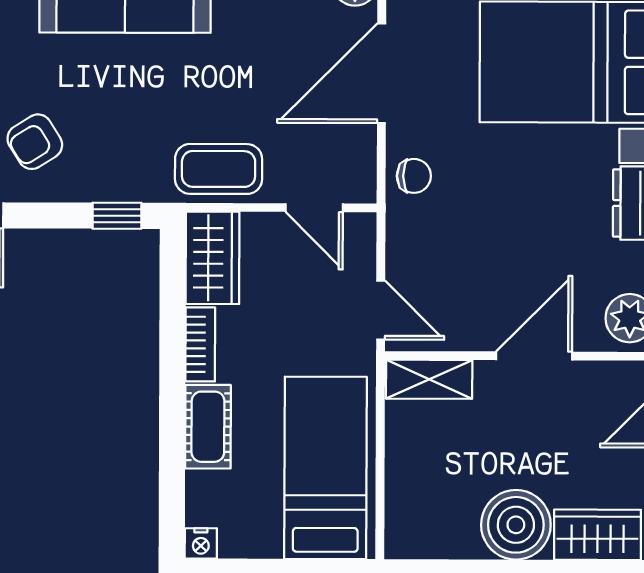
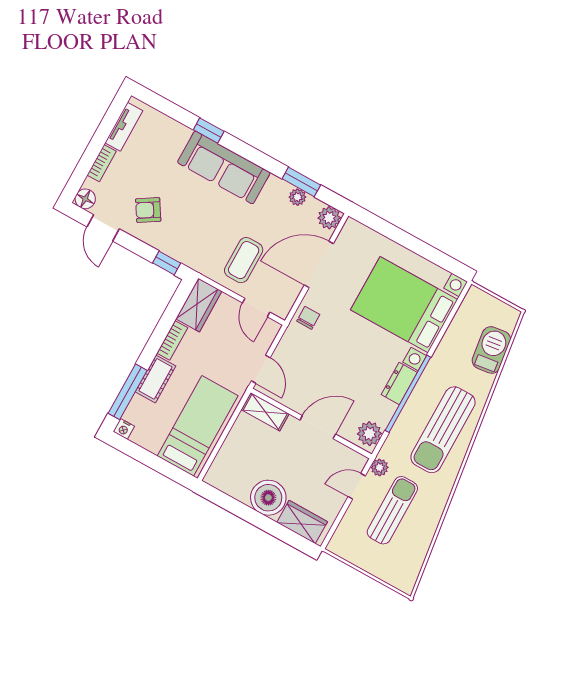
coffee table: (219, 169) -> (244, 260), moved, turned 90
chair: (414, 176) -> (308, 318), turned -90
window: (172, 475) -> (128, 392), added

